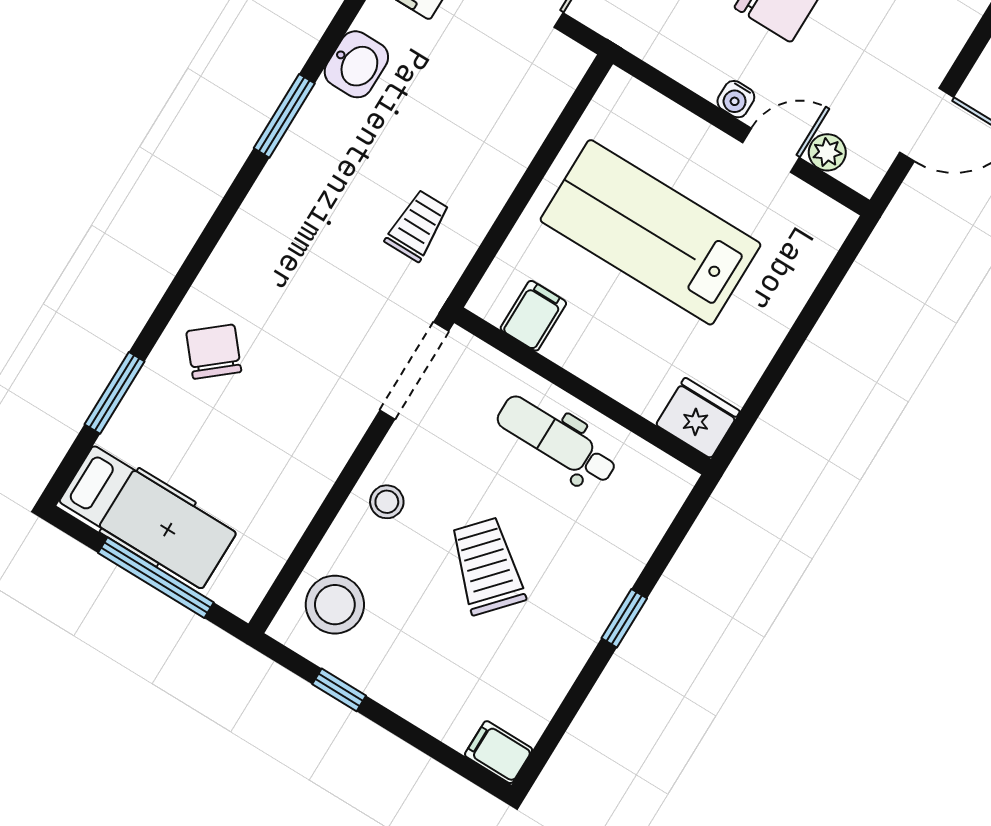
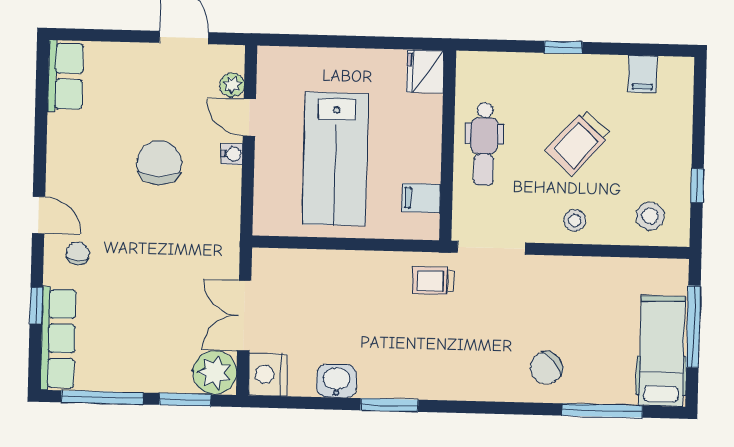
trolley: (418, 226) -> (433, 281), moved
window: (114, 393) -> (602, 411), width x1.44
stool: (335, 605) -> (650, 216), width x0.73, depth x0.73
filing cabinet: (499, 752) -> (643, 74), moved

